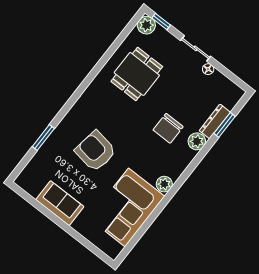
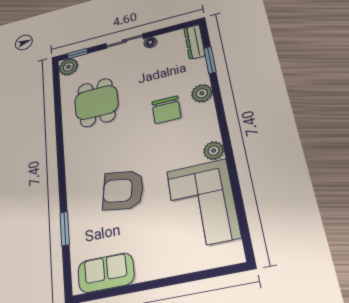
dresser: (215, 121) -> (194, 42), moved
sofa: (60, 203) -> (106, 273), moved

